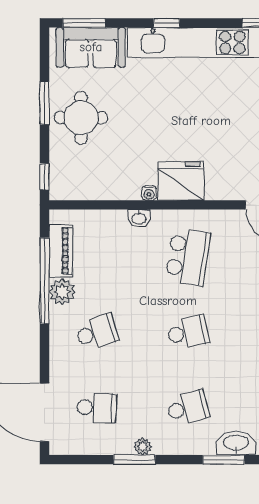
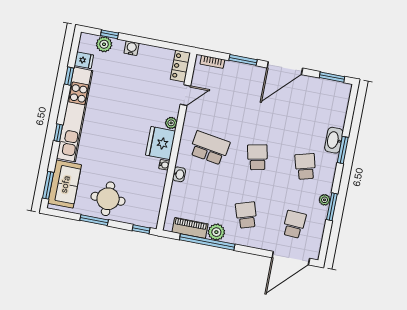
plant: (215, 191) -> (171, 123), added

